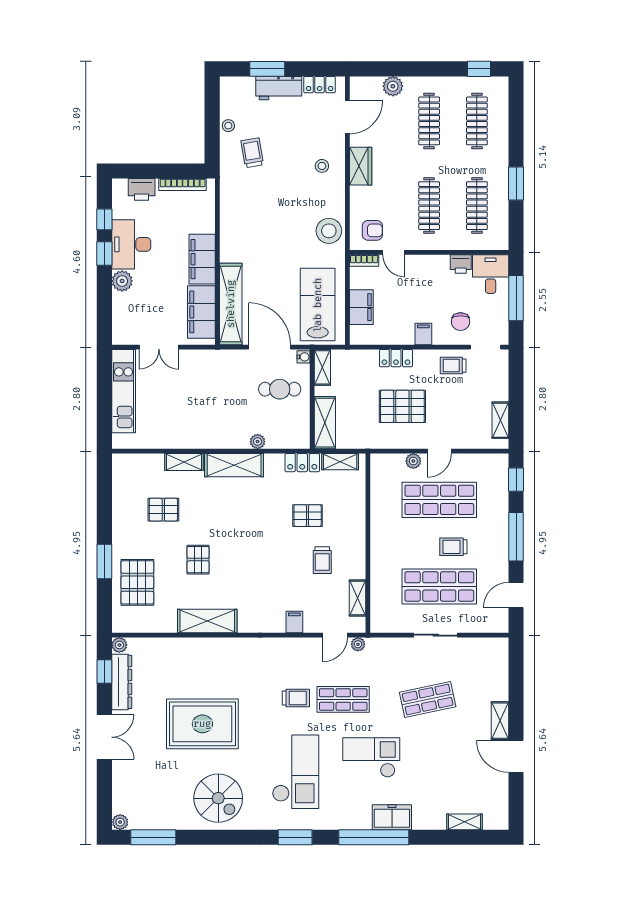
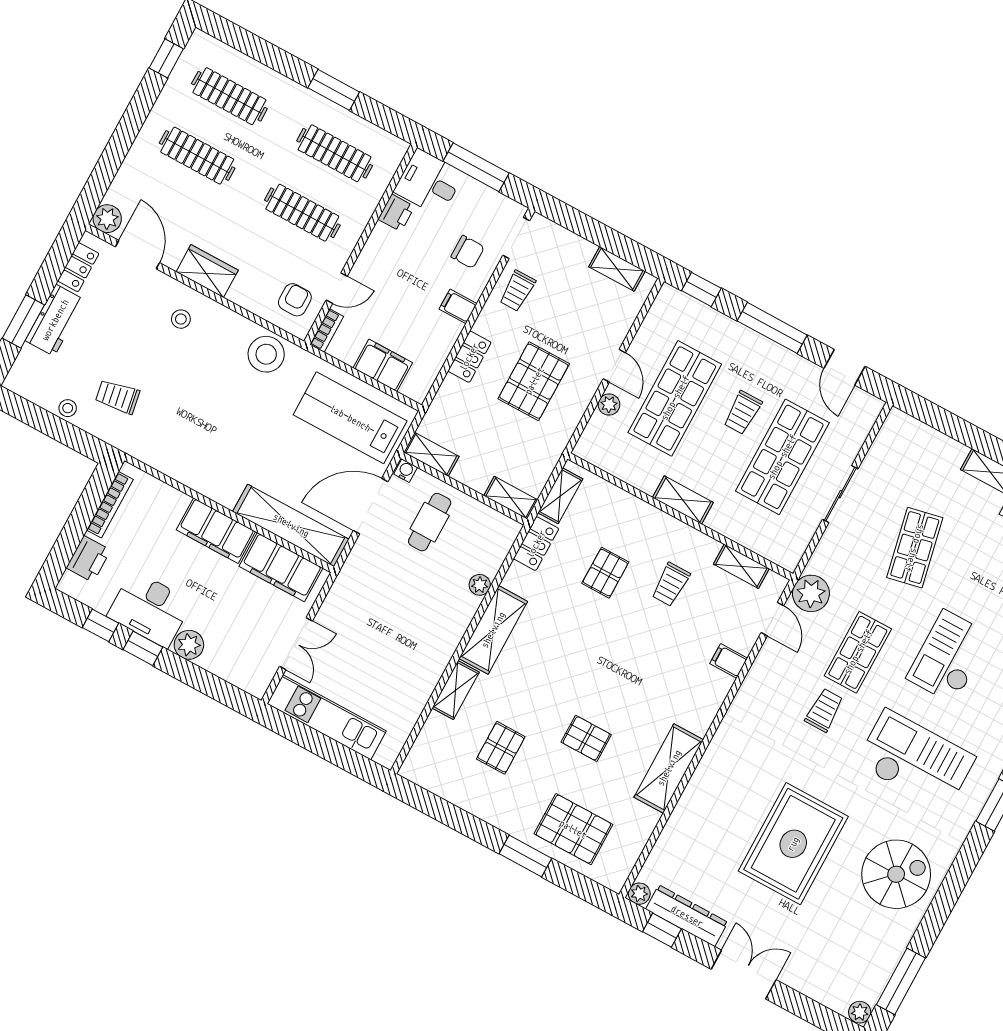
plant: (393, 86) -> (107, 219), moved
shelving: (325, 423) -> (511, 498), width x0.67, depth x0.75
shelving: (379, 539) -> (683, 500), added
trolley: (322, 560) -> (671, 584), turned 90
plant: (358, 644) -> (811, 593), width x1.88, depth x1.88

